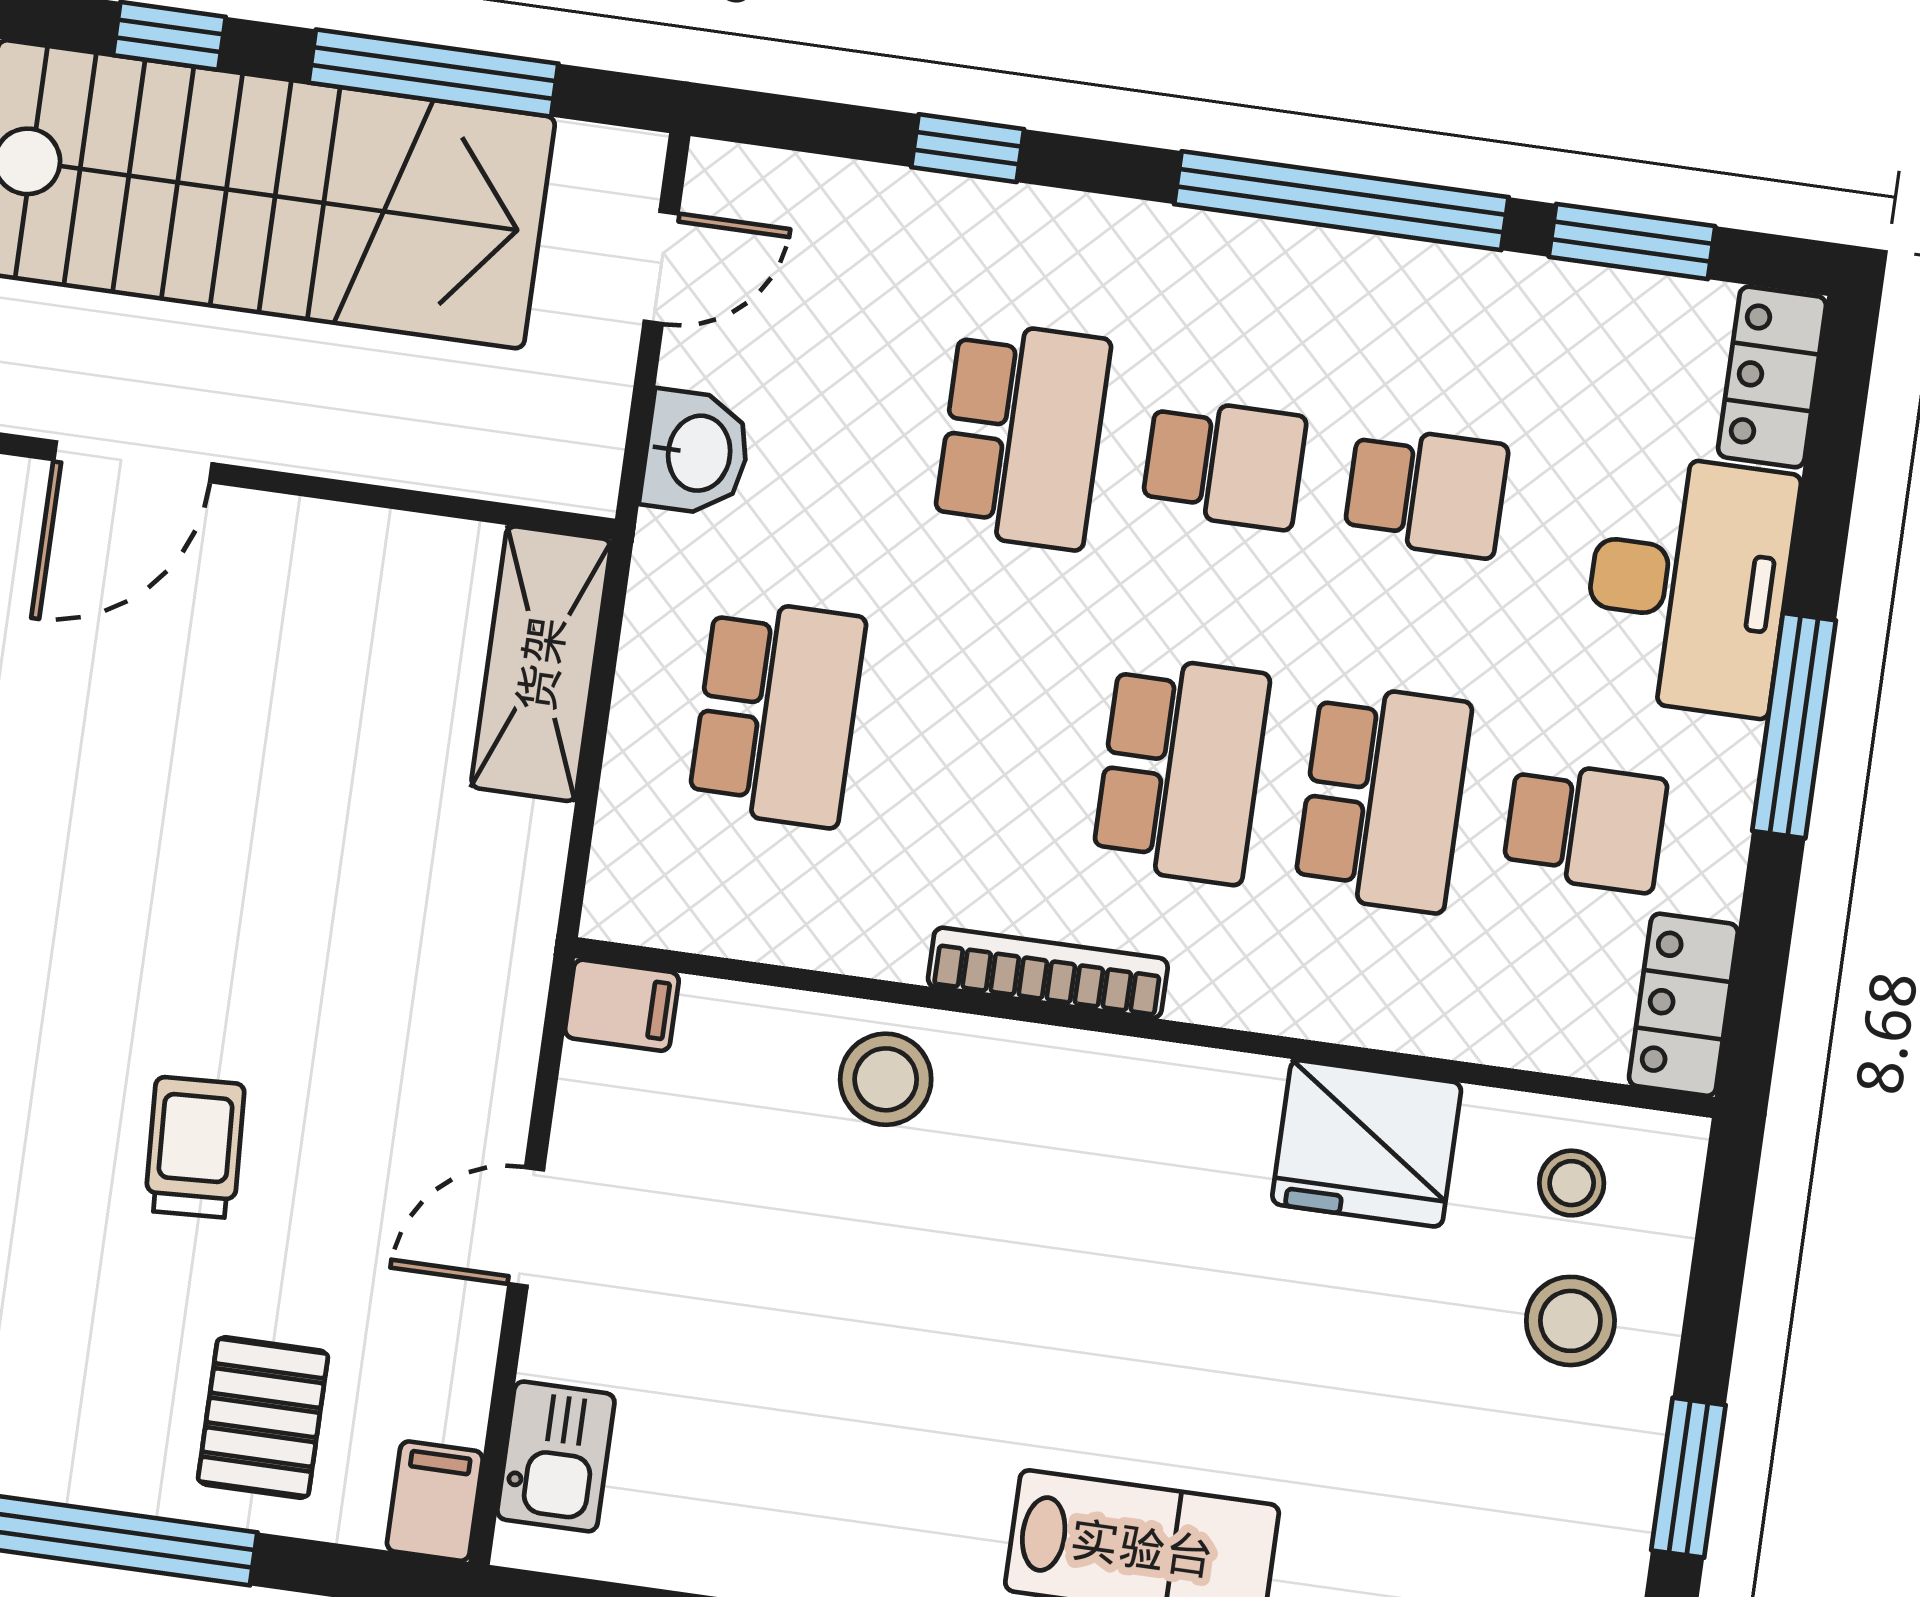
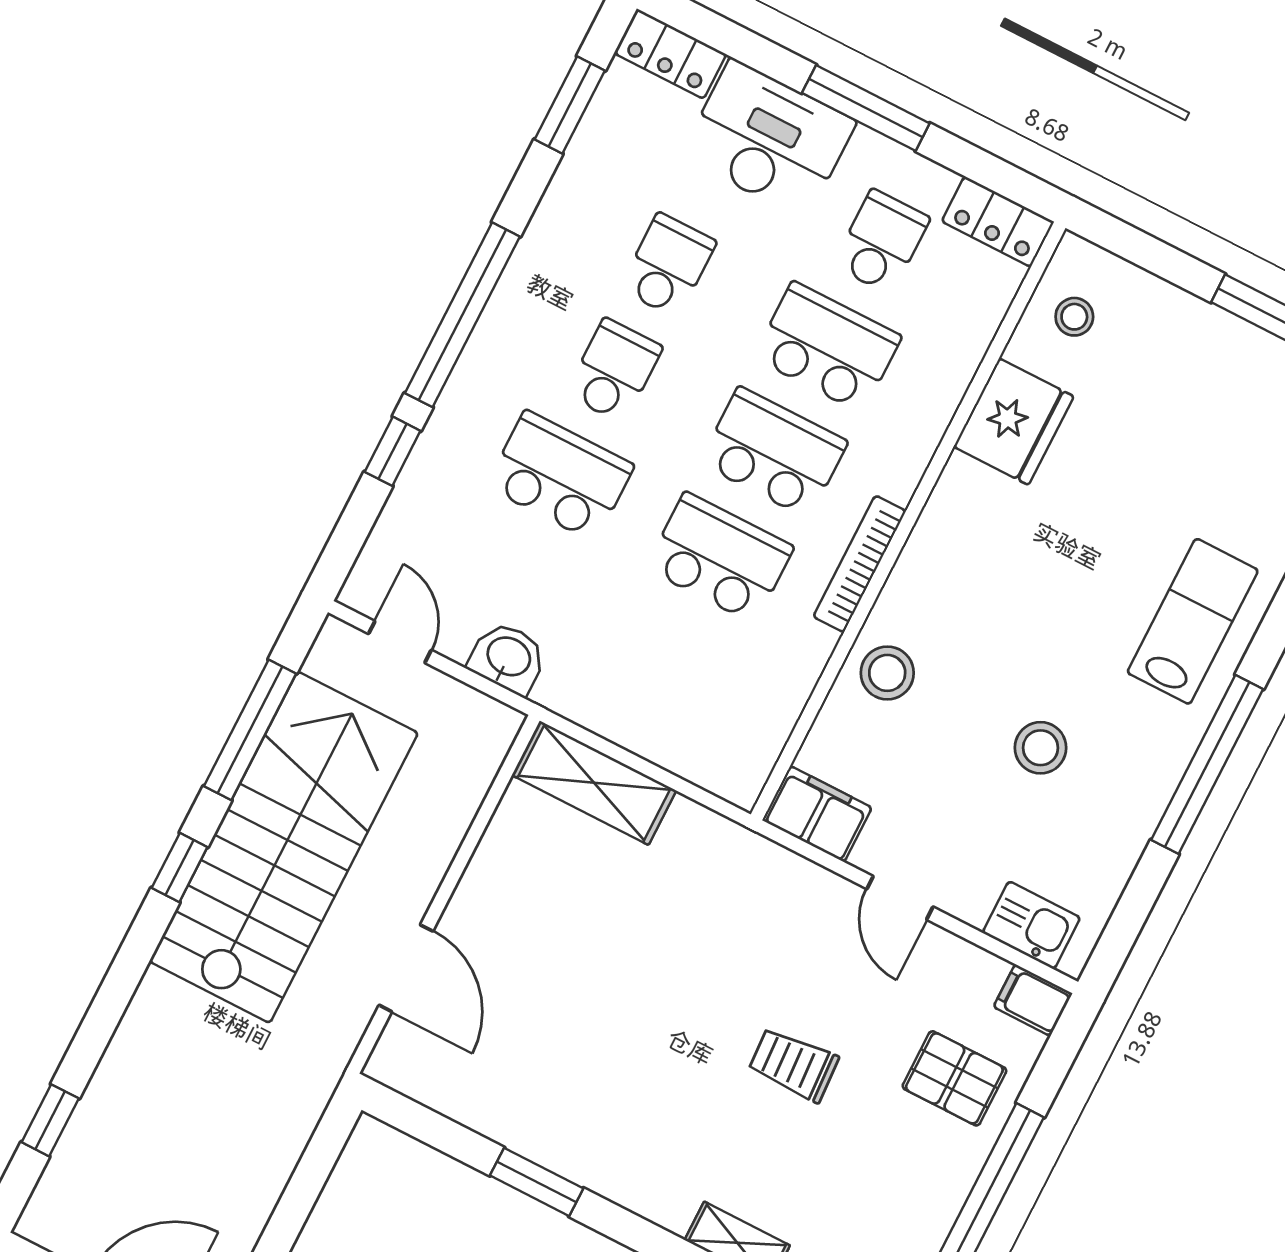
window: (1341, 201) -> (462, 315), moved
school desk: (777, 713) -> (720, 558), moved
filing cabinet: (622, 1005) -> (817, 814), width x2.00
stool: (1570, 1321) -> (1041, 748), moved

